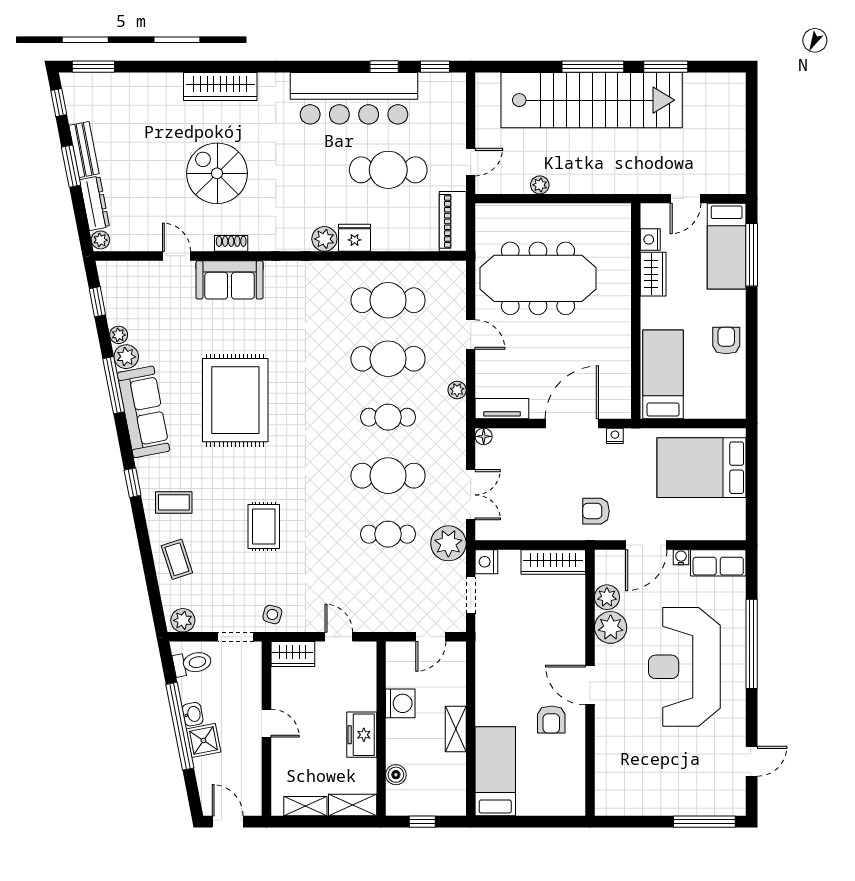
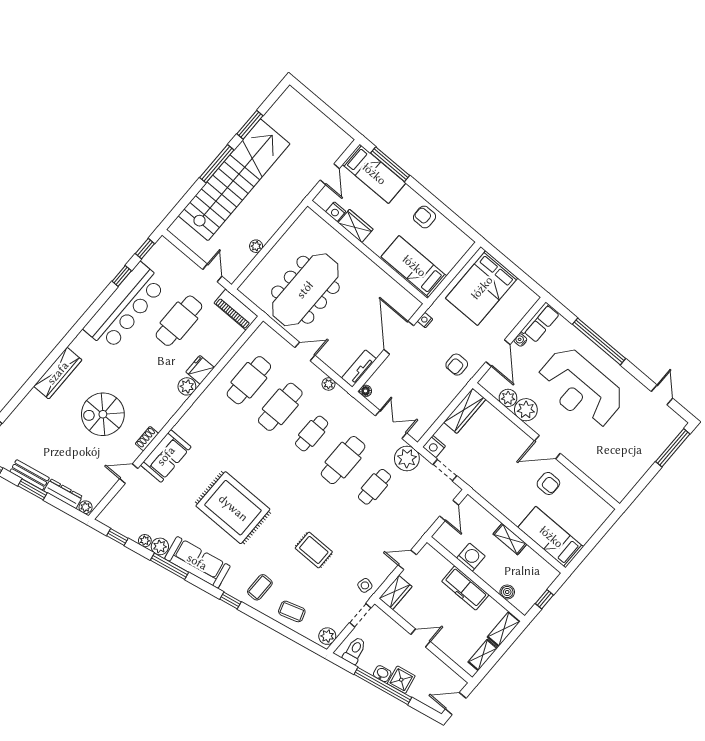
freezer: (362, 735) -> (465, 588), width x1.40

